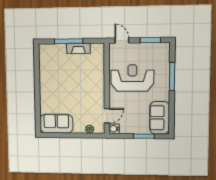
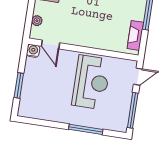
window: (150, 40) -> (133, 110), width x1.44
fireplace: (78, 48) -> (135, 35), moved
sofa: (160, 118) -> (39, 108), removed

